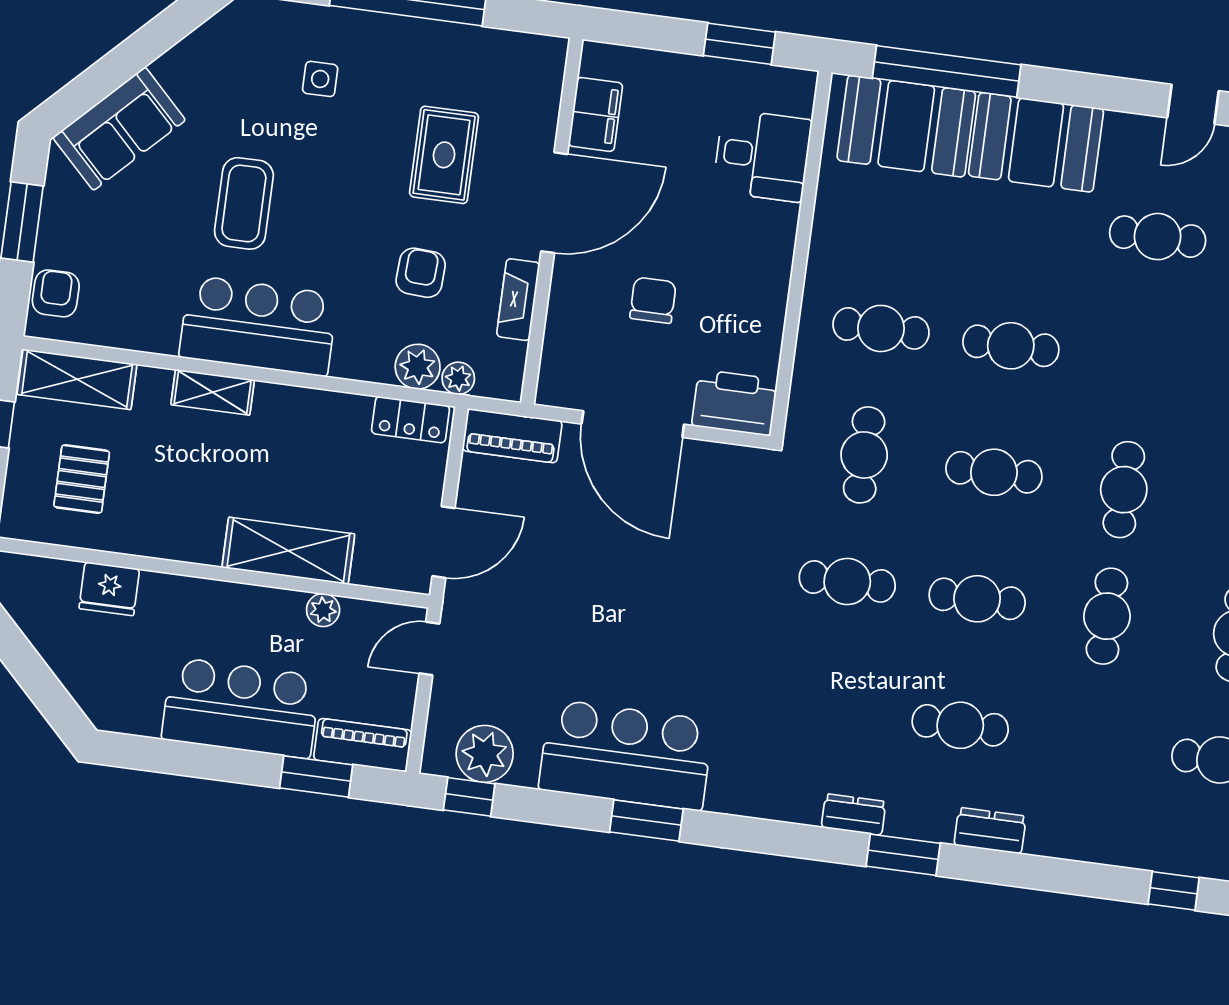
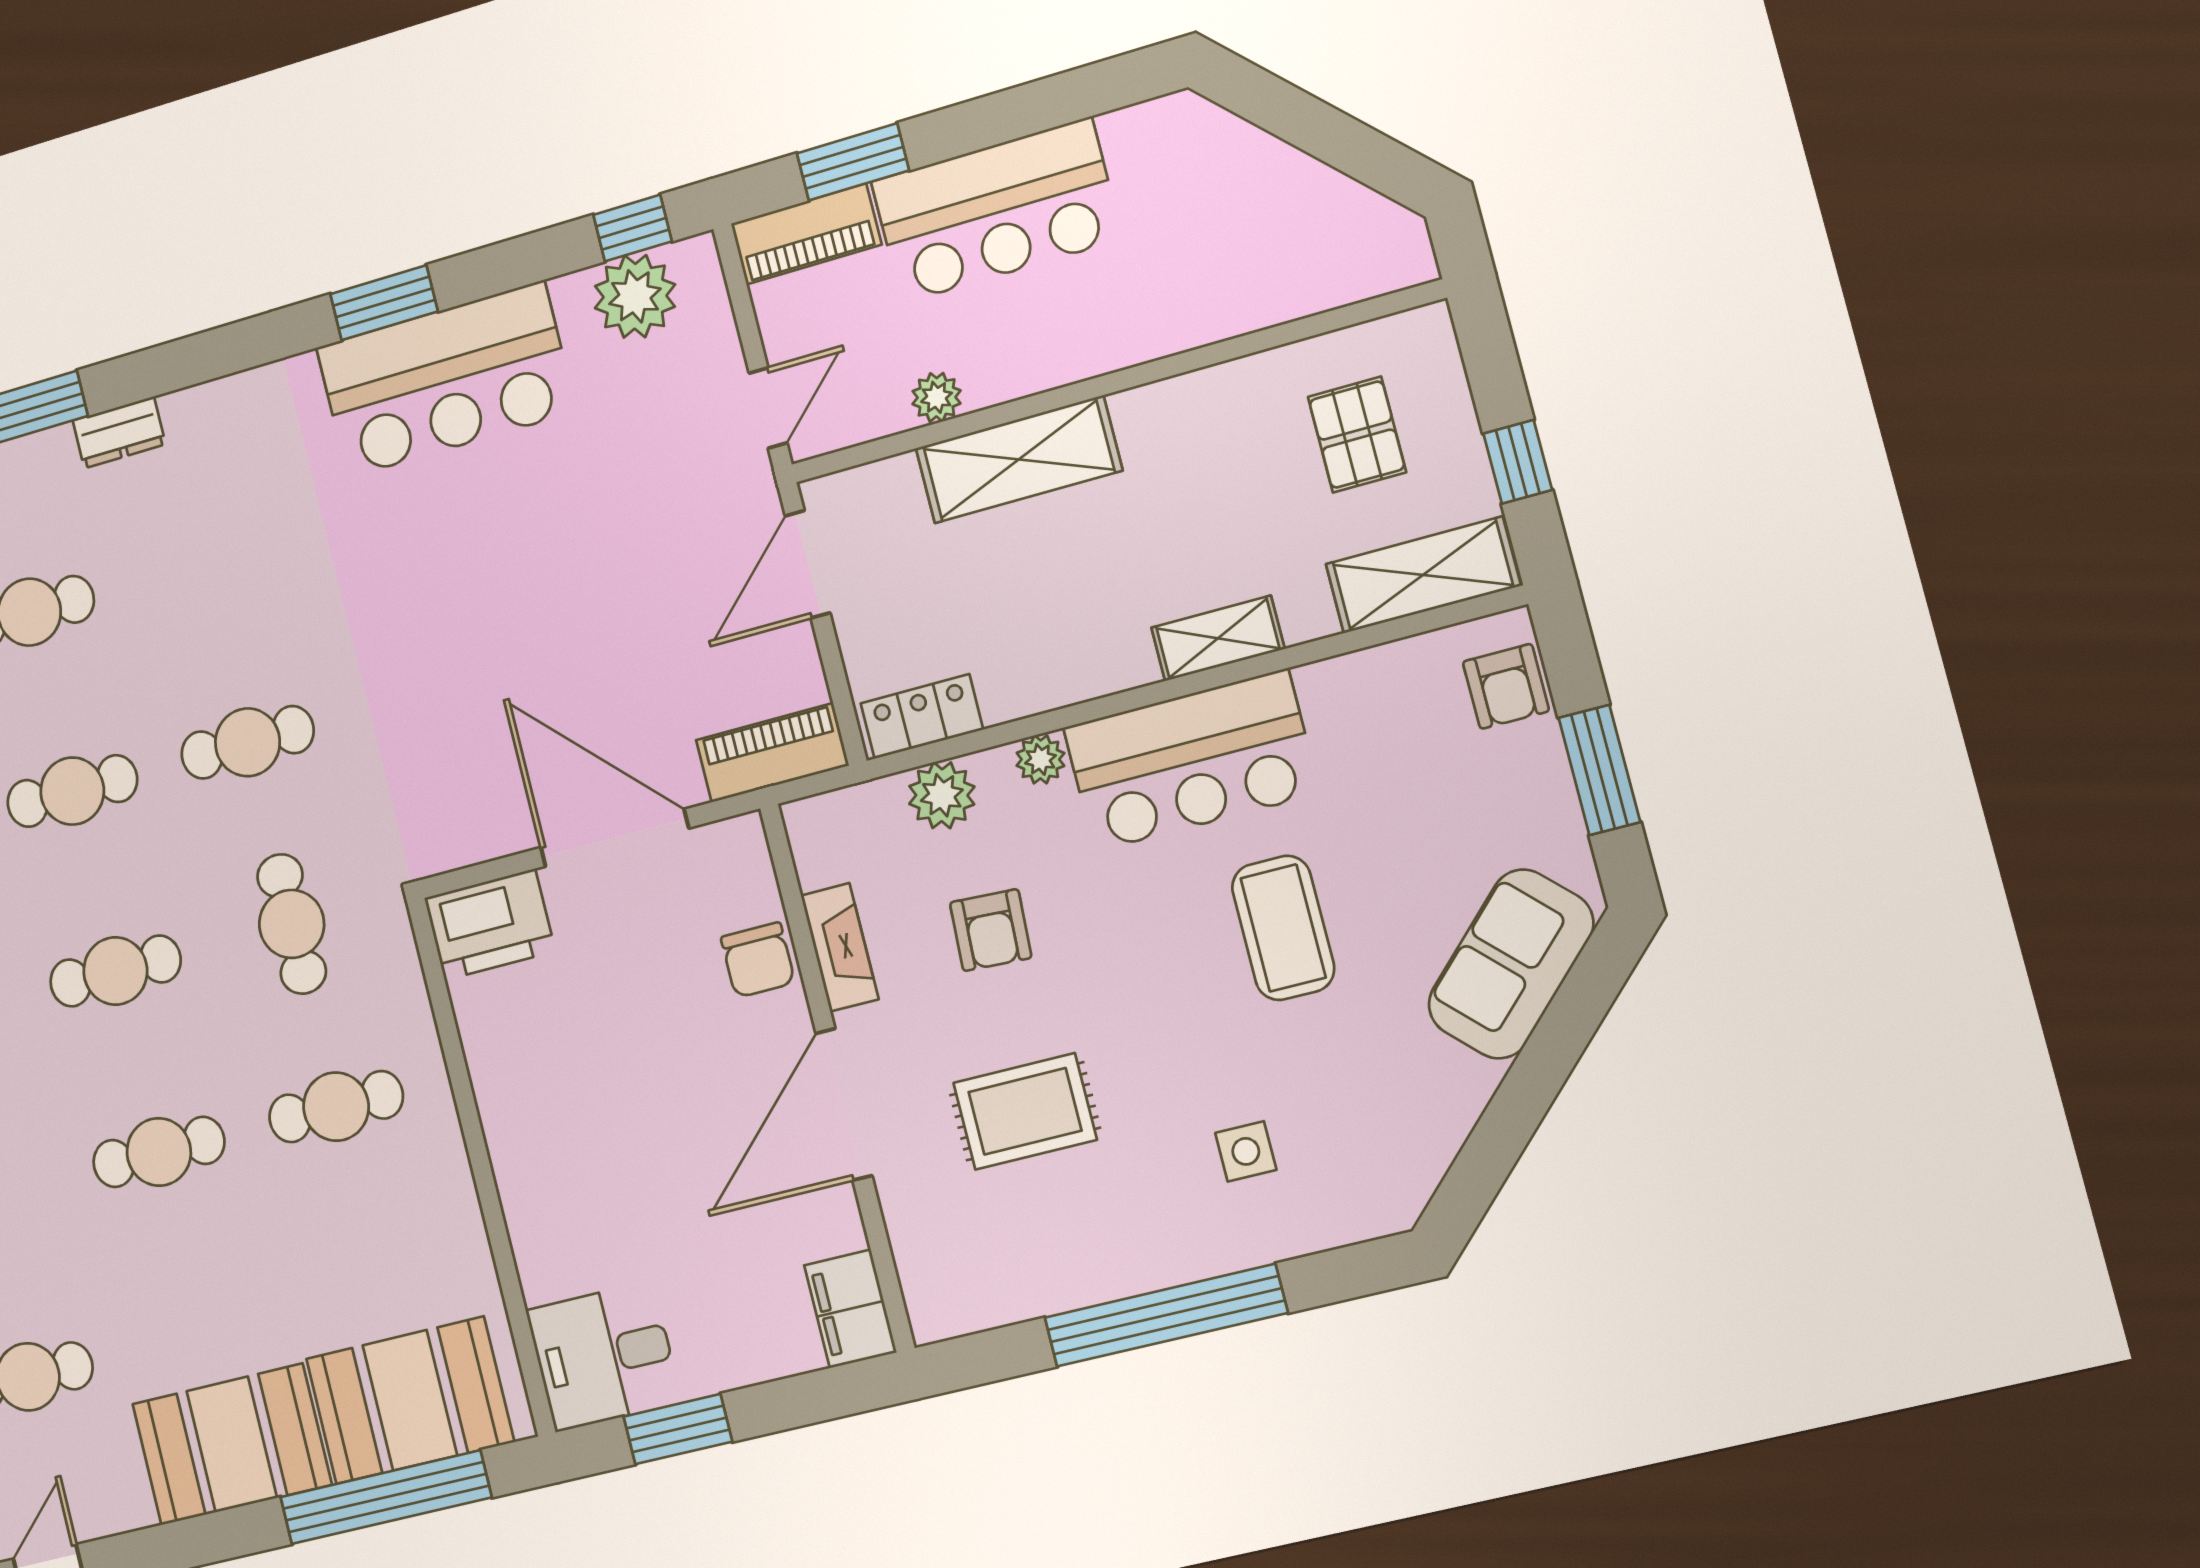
filing cabinet: (595, 114) -> (850, 1309), moved
rug: (444, 155) -> (1025, 1111), turned 90
desk: (762, 155) -> (604, 1356), moved
chair: (653, 300) -> (758, 960), moved
plant: (458, 378) -> (1040, 759), moved
fridge: (109, 589) -> (1252, 295), removed

